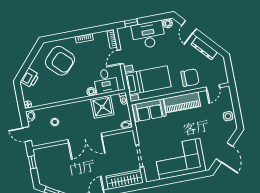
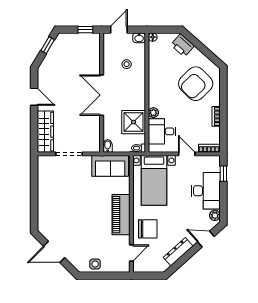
chair: (190, 78) -> (148, 229), turned -90
door: (213, 87) -> (131, 253), swing flipped
sofa: (149, 110) -> (110, 166), moved, turned -90
corner sofa: (180, 159) -> (57, 199), removed

